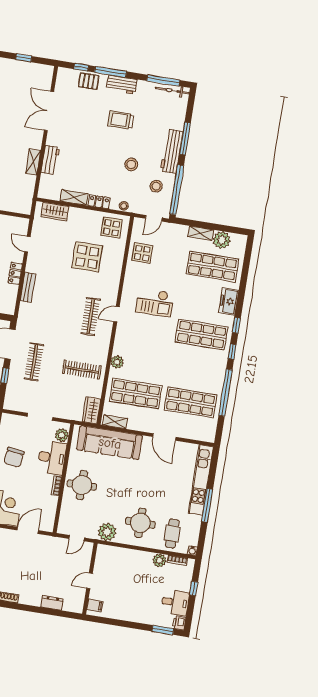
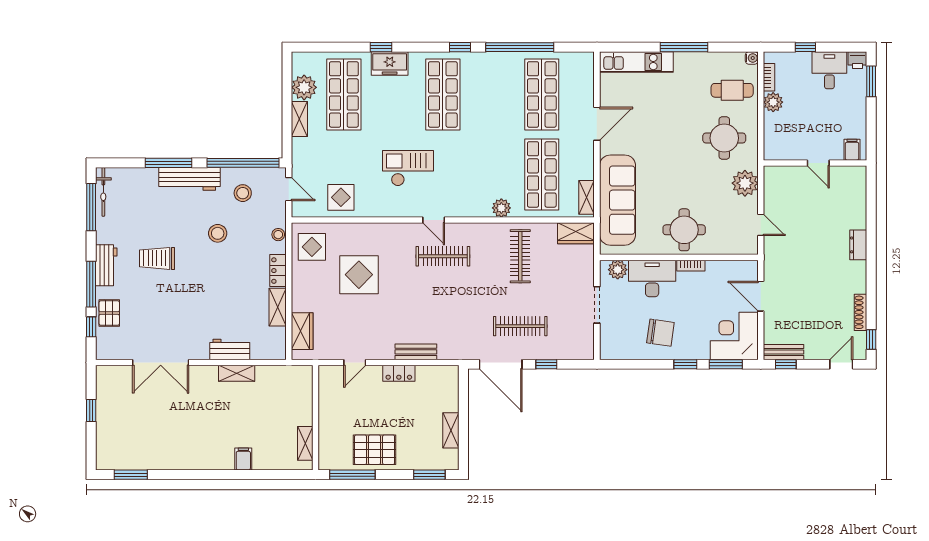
trolley: (121, 120) -> (157, 258), turned 90
checkout: (155, 302) -> (408, 168), turned -90
window: (236, 325) -> (381, 47), moved
kitchen unit: (201, 480) -> (636, 62), width x0.73
wall: (90, 579) -> (815, 163), moved
door: (90, 581) -> (818, 163), moved
filing cabinet: (95, 605) -> (852, 150), moved

